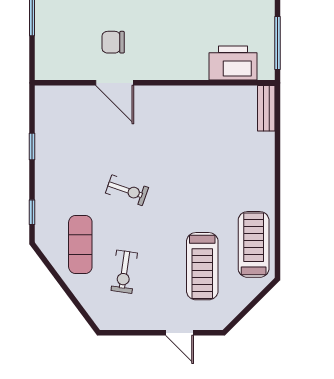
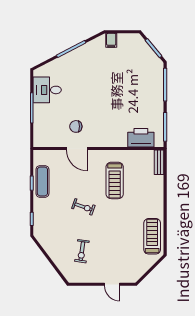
exercise mat: (80, 245) -> (42, 181), moved
treadmill: (202, 266) -> (115, 180), moved

